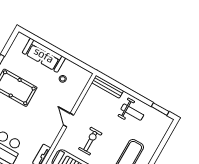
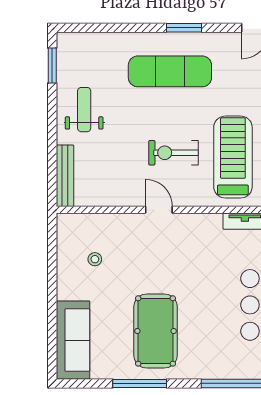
sofa: (44, 55) -> (73, 340), moved
door: (69, 120) -> (159, 210), swing flipped

